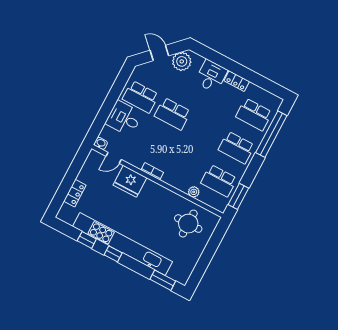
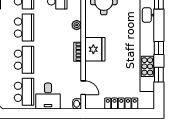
school desk: (205, 131) -> (24, 28), added
fridge: (130, 181) -> (95, 49), moved
plant: (194, 192) -> (77, 25), moved
locker: (75, 193) -> (121, 103), width x1.53

